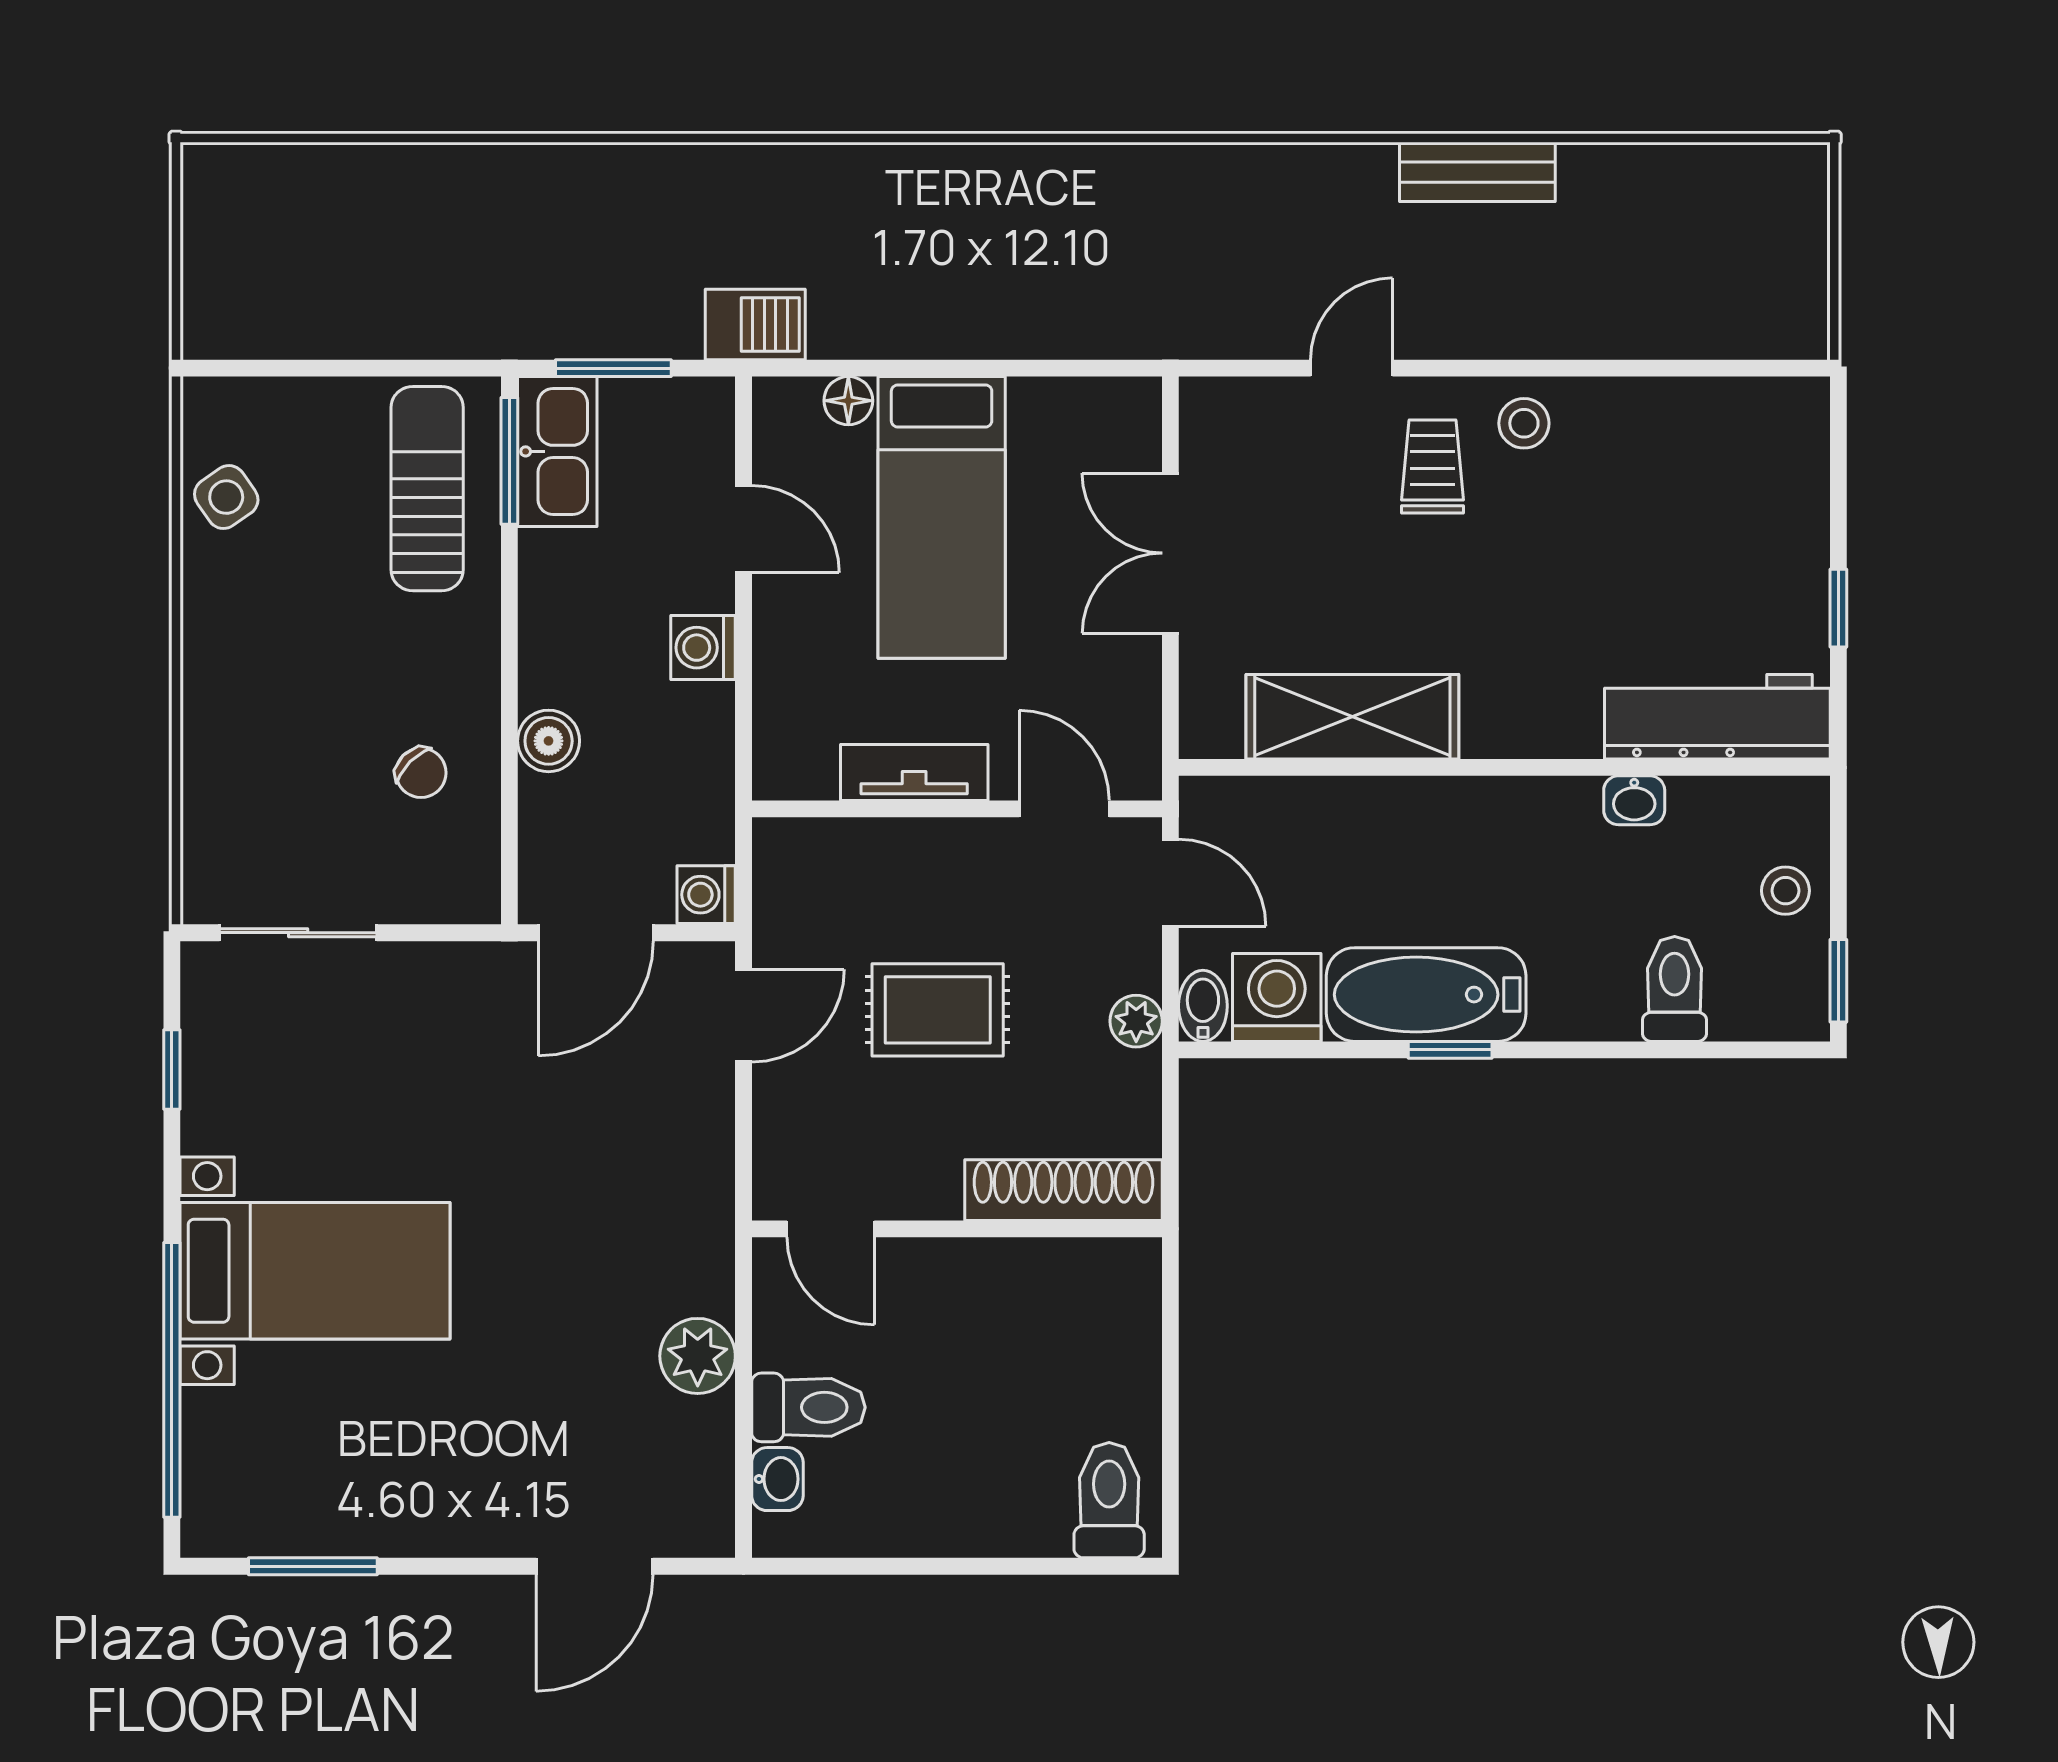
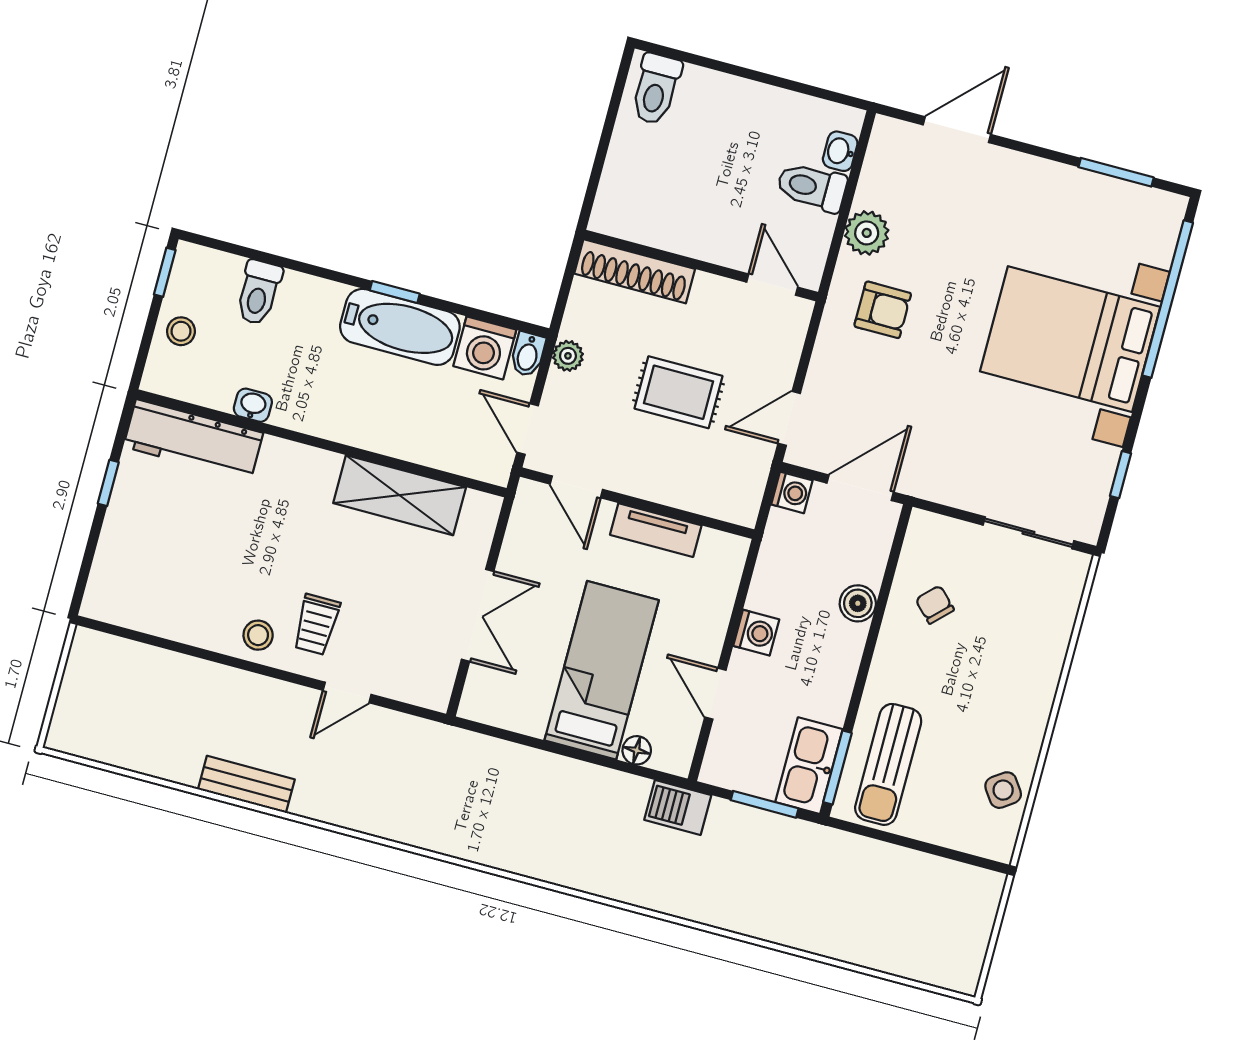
armchair: (637, 1236) -> (883, 310), added
bed with nightstands: (315, 1271) -> (1070, 339), width x1.36

